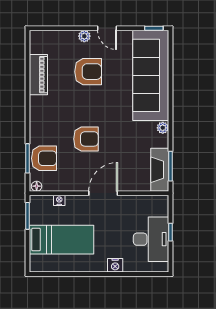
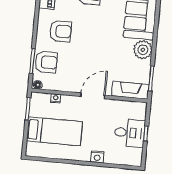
plant: (163, 128) -> (143, 50), width x1.88, depth x1.88
armchair: (86, 139) -> (61, 31), moved
fireplace: (160, 170) -> (130, 90), moved, turned 90
desk: (151, 239) -> (130, 133), width x0.73

